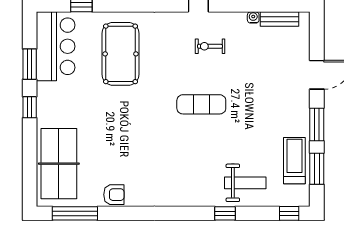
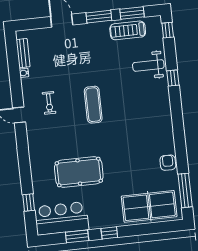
pool table: (121, 54) -> (79, 172), moved
weight bench: (245, 183) -> (148, 65), turned -90

